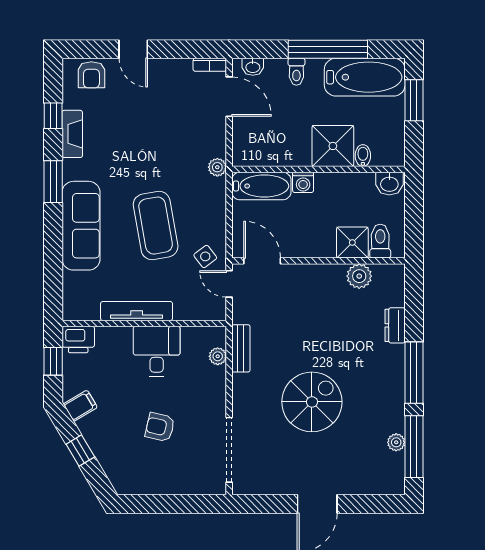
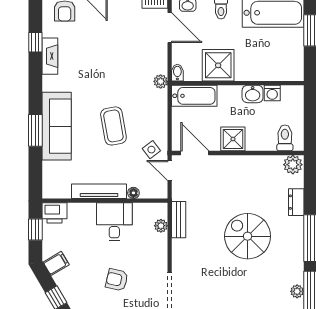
shower: (333, 146) -> (218, 65), moved
bidet: (363, 156) -> (177, 73), moved
window: (53, 182) -> (35, 130), moved
washing machine: (303, 182) -> (272, 93), moved
washbasin: (389, 184) -> (253, 94), moved
coffee table: (156, 226) -> (113, 126), width x0.73, depth x0.76
shower: (352, 243) -> (233, 139), moved
plant: (359, 276) -> (293, 165), moved
floor lamp: (182, 313) -> (133, 193), added
spiral stairs: (312, 402) -> (248, 236), moved, turned -90

